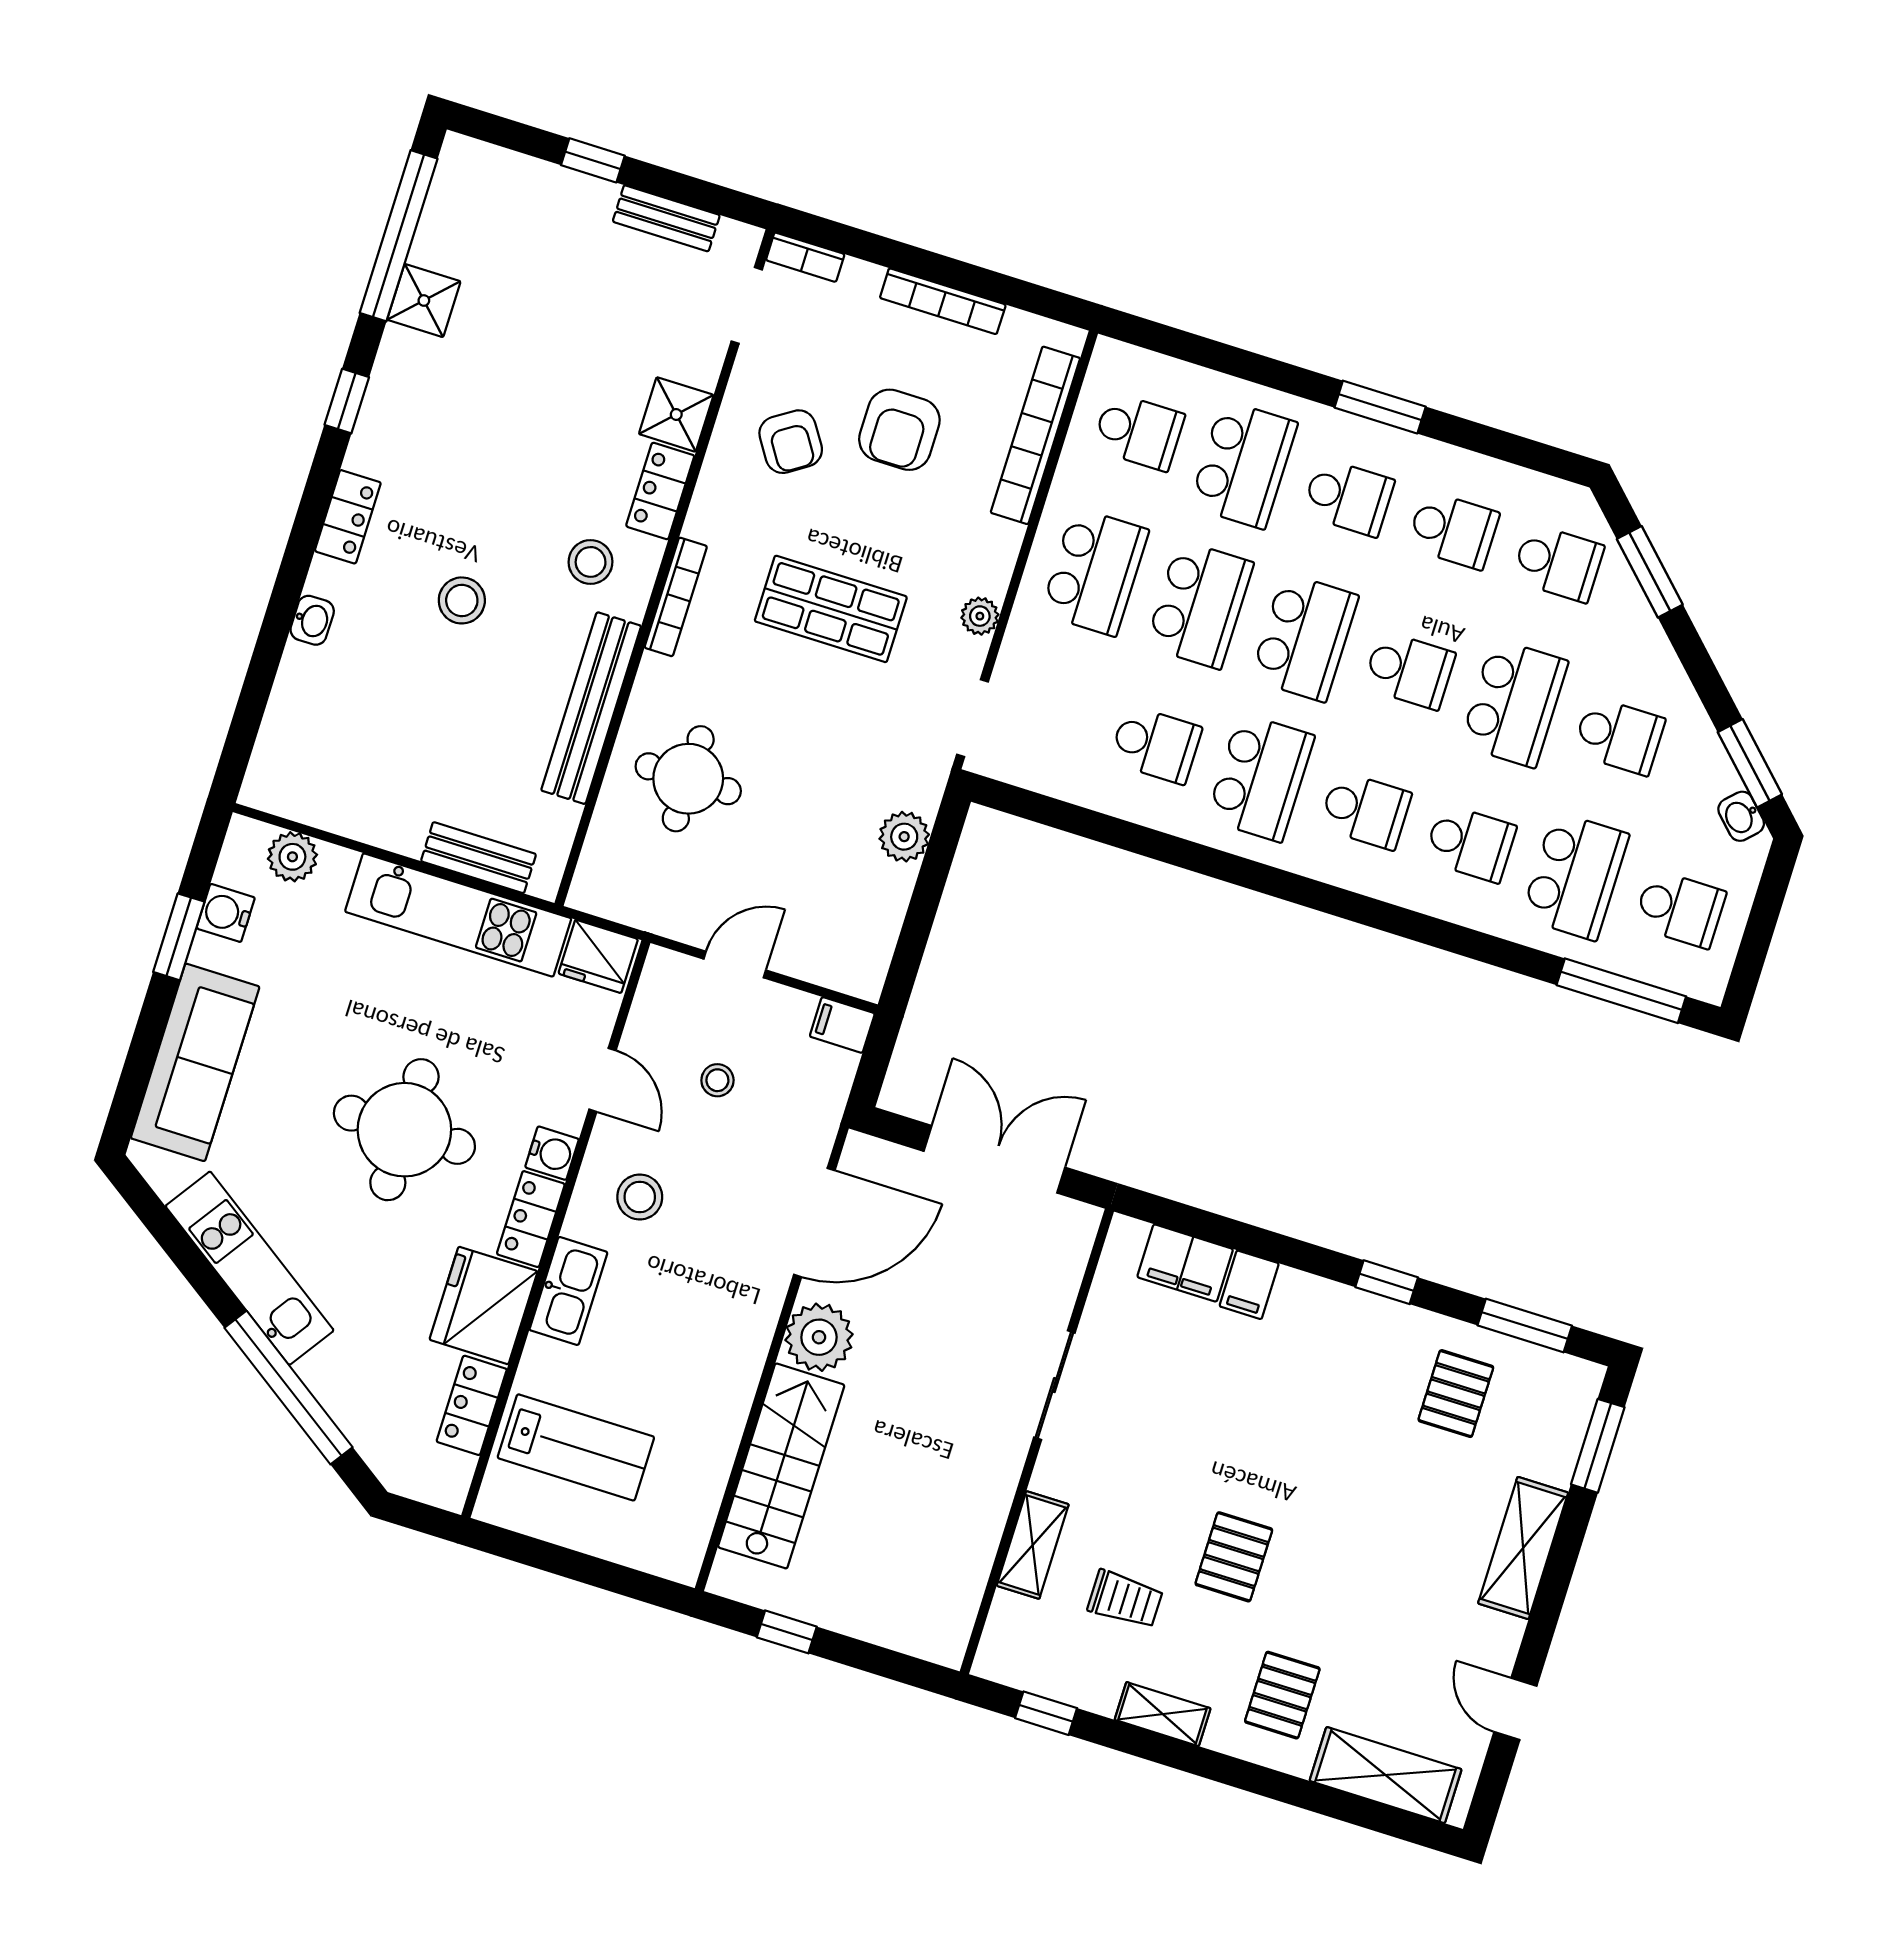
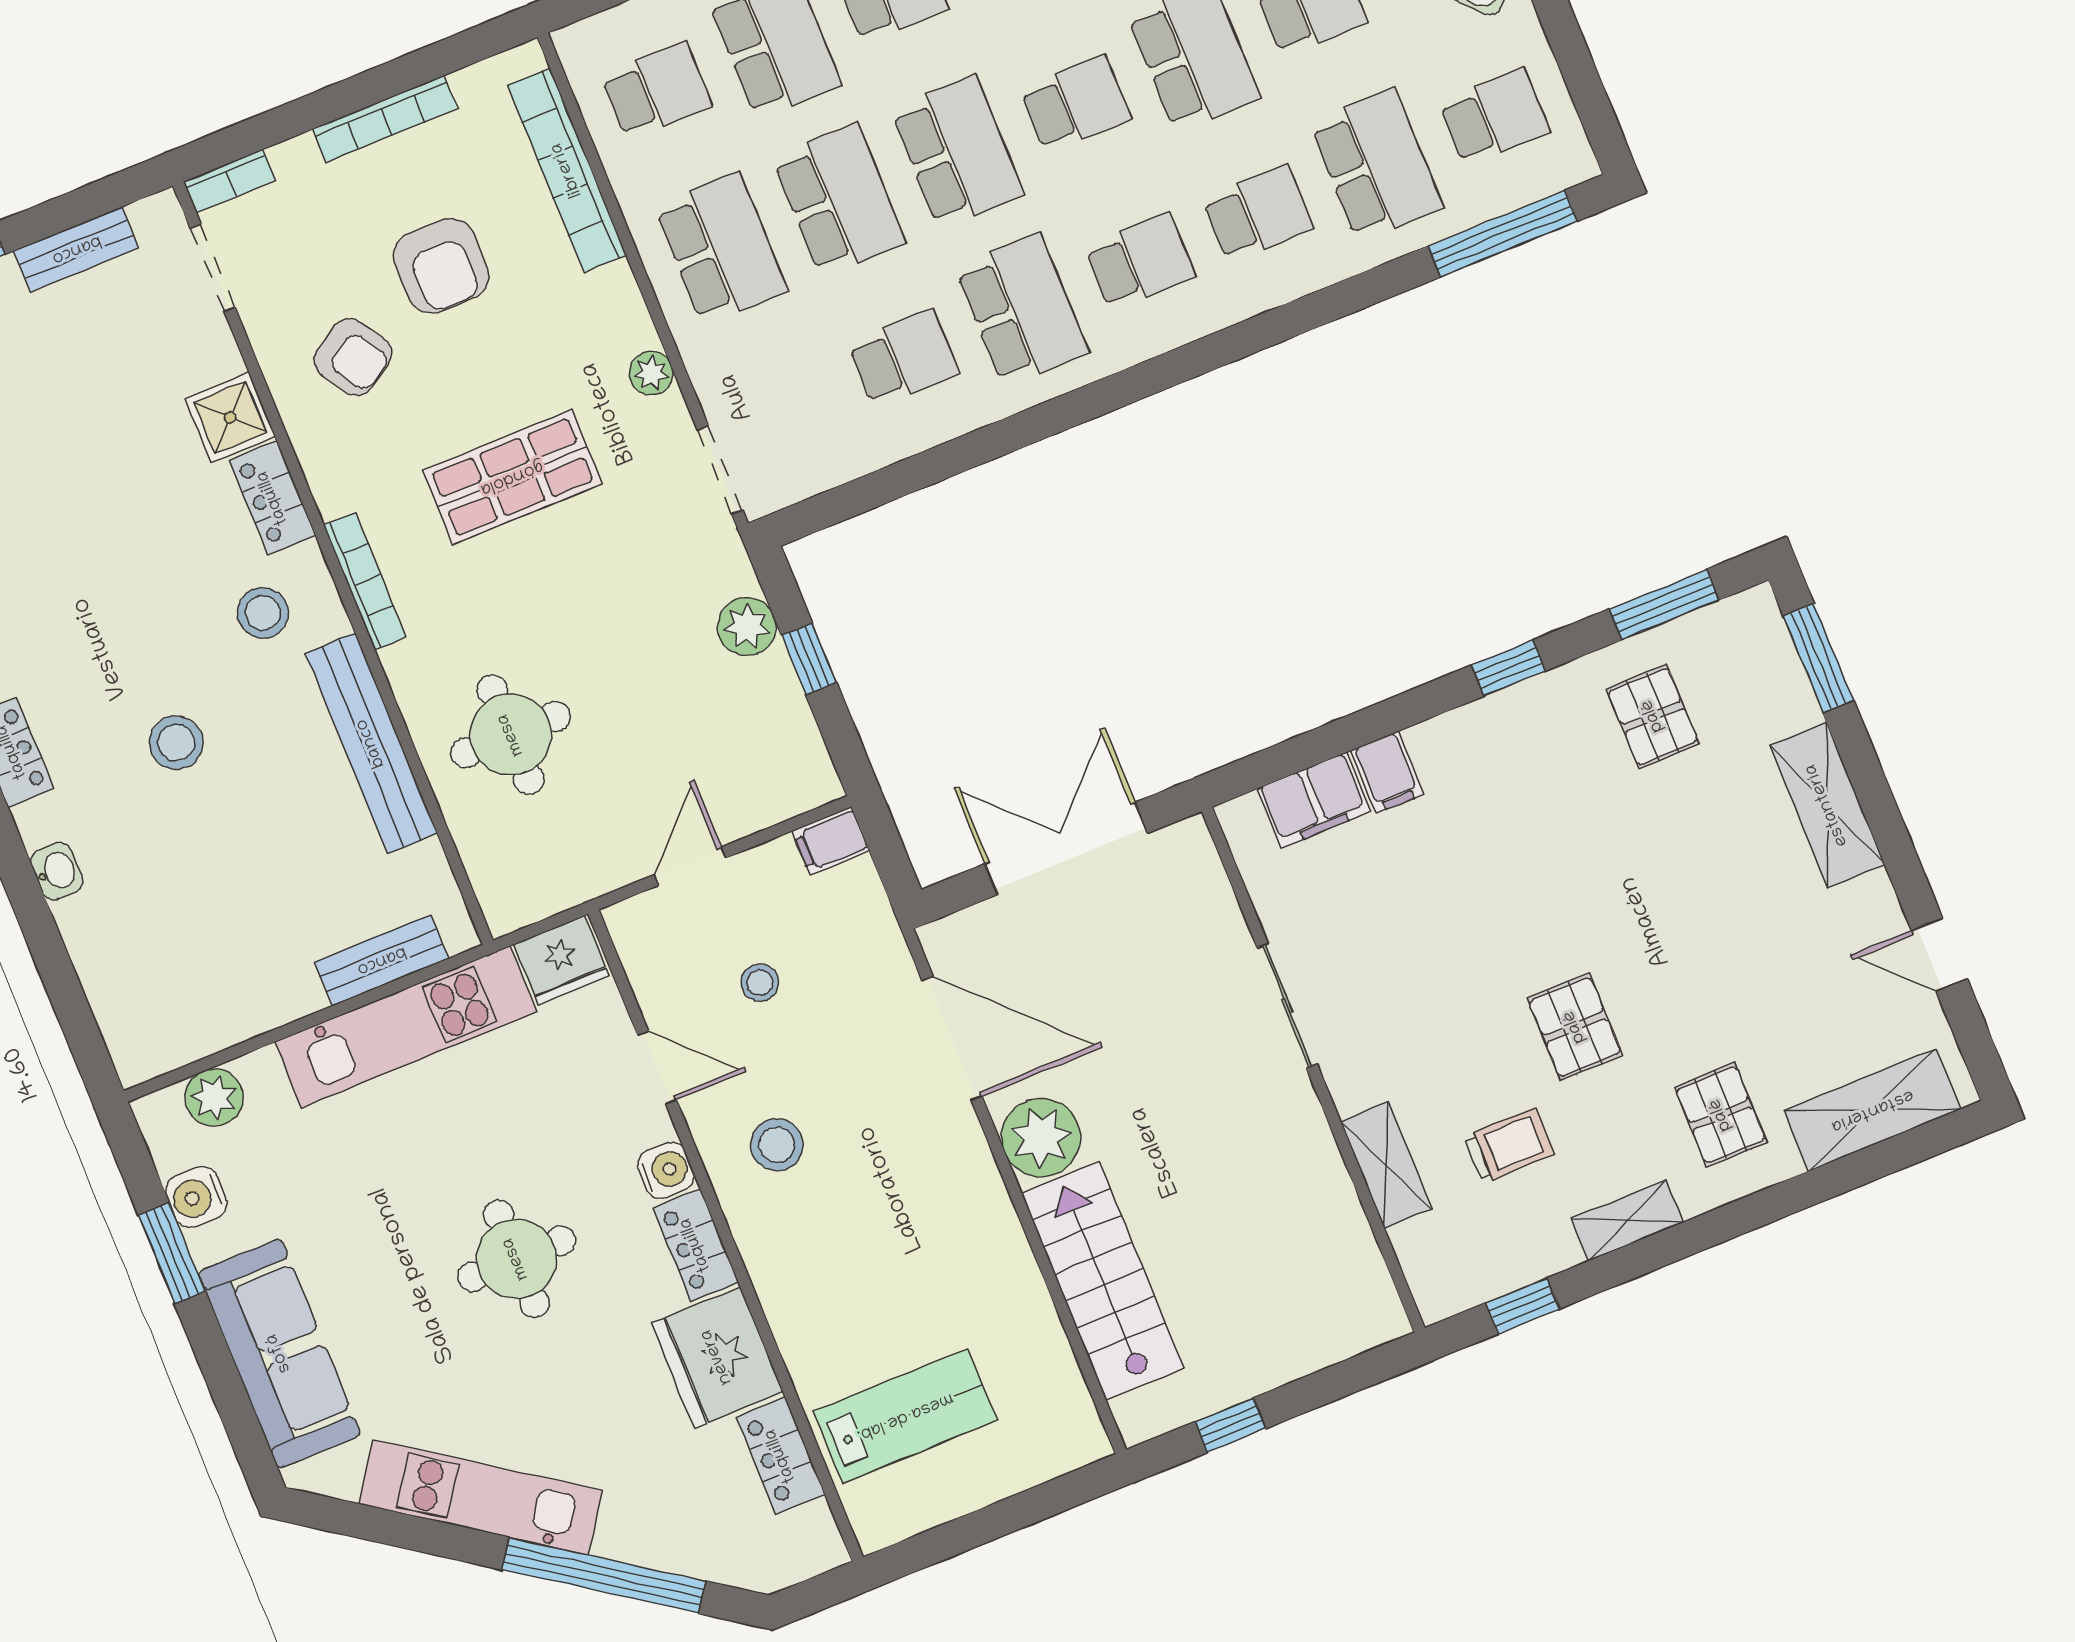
window: (928, 892) -> (809, 659), added
round table: (404, 1130) -> (516, 1259), width x0.73, depth x0.73
door: (814, 1223) -> (952, 1038), hinge flipped
kitchen sink: (568, 1291) -> (783, 1282), removed

